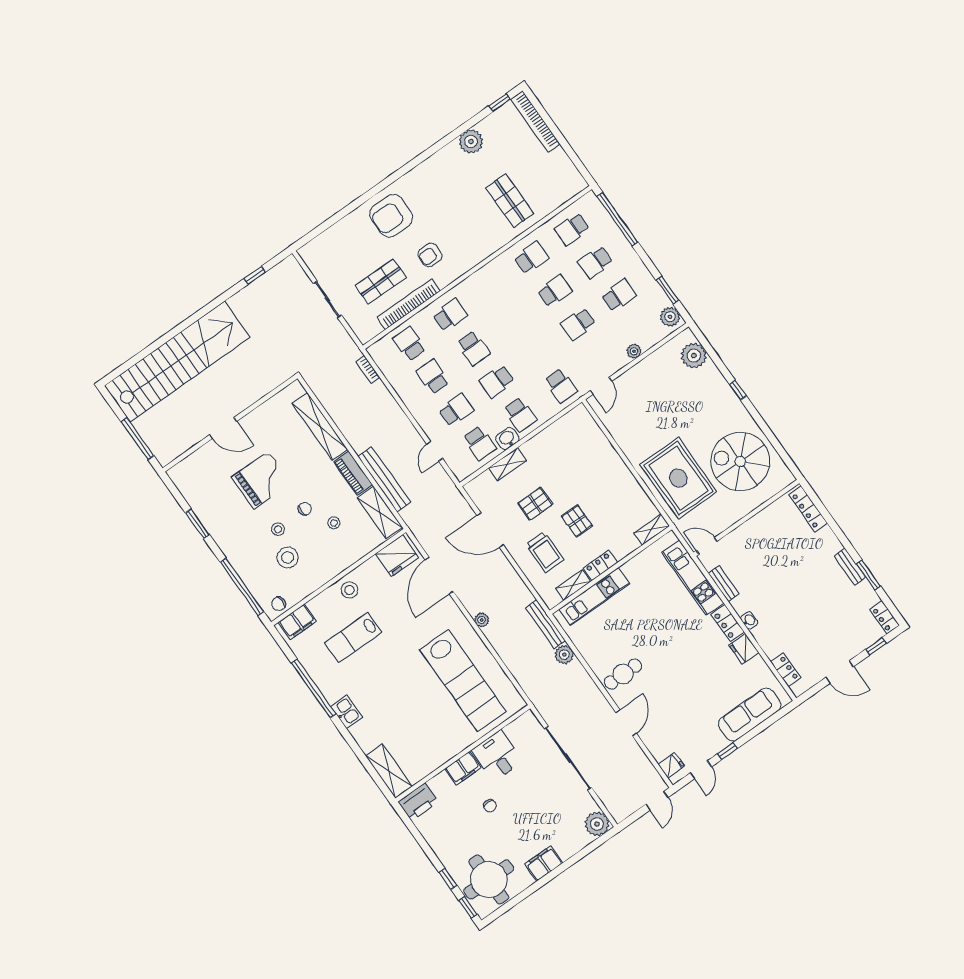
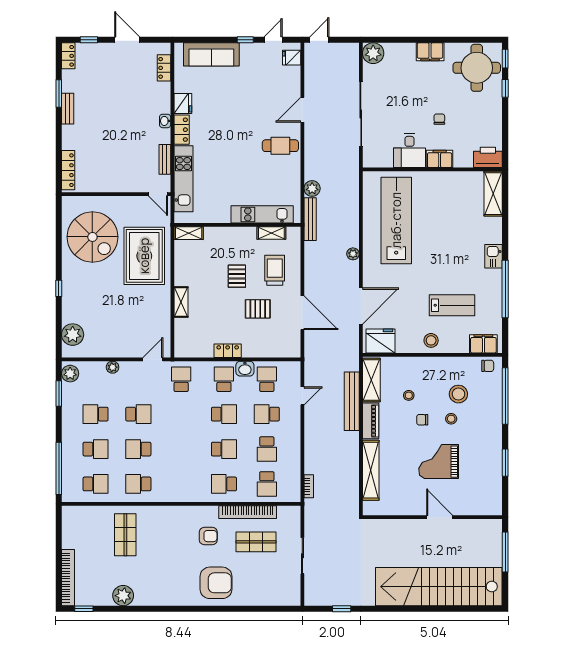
school desk: (473, 348) -> (224, 449), turned 90
shelving: (507, 464) -> (181, 302), moved, turned 90
locker: (600, 565) -> (228, 351), moved, turned 180

